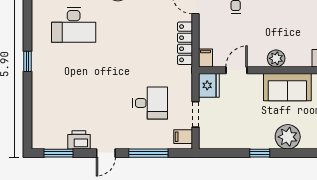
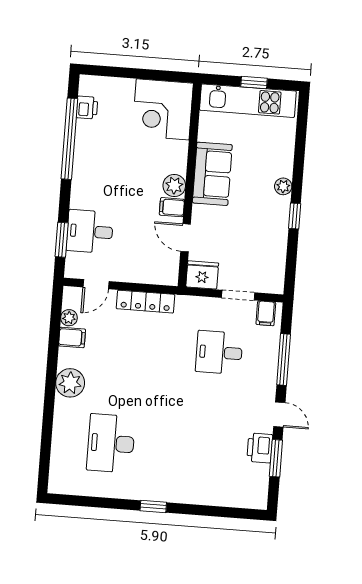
desk: (74, 25) -> (111, 443), turned 180
filing cabinet: (205, 58) -> (172, 207), moved
desk: (150, 103) -> (219, 352), turned -90
plant: (288, 137) -> (283, 186), width x0.53, depth x0.53
window: (59, 153) -> (276, 458), moved

